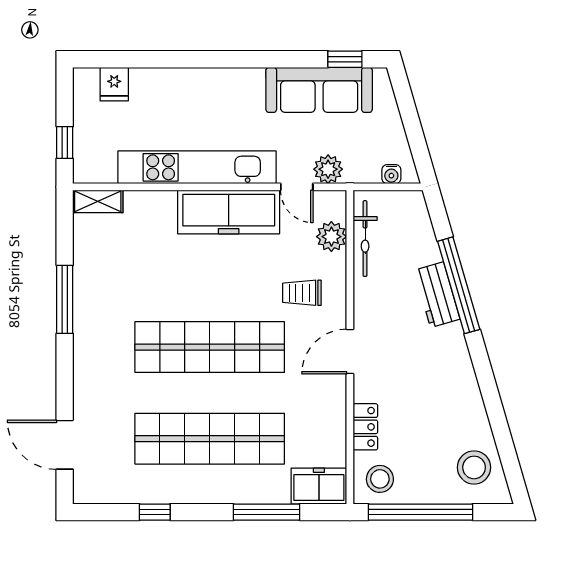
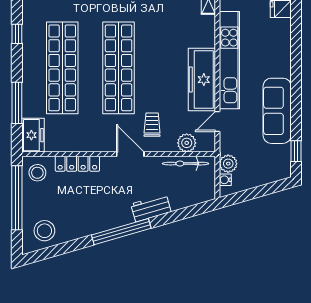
sofa: (319, 90) -> (277, 111), moved
plant: (328, 169) -> (228, 164), moved
window: (459, 285) -> (121, 232), moved
door: (350, 352) -> (130, 154), moved
locker: (365, 427) -> (77, 164), width x1.53

